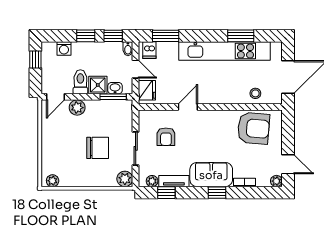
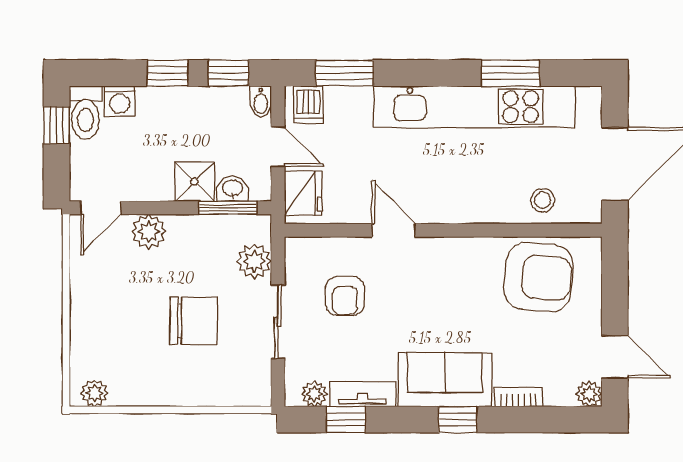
toilet: (80, 82) -> (86, 113), moved, turned 180
door: (188, 107) -> (394, 230), hinge flipped
plant: (125, 179) -> (254, 261), moved

